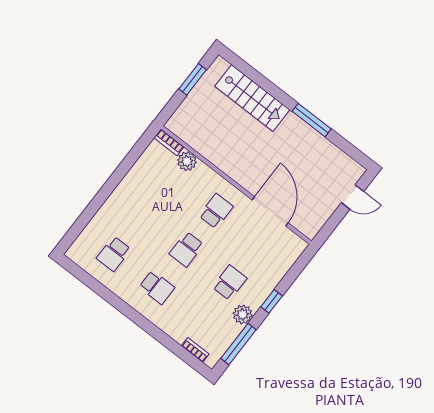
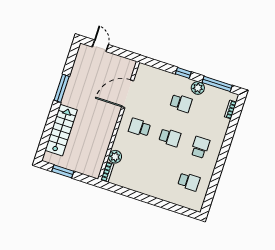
school desk: (230, 283) -> (181, 103), turned 180

